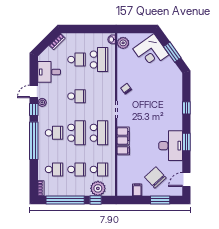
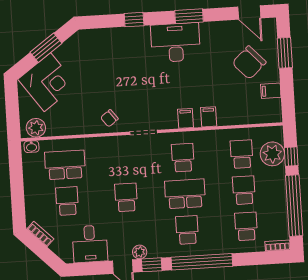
school desk: (99, 133) -> (183, 158), width x0.54
filing cabinet: (123, 136) -> (186, 118), width x0.50
desk: (171, 146) -> (176, 43), moved

